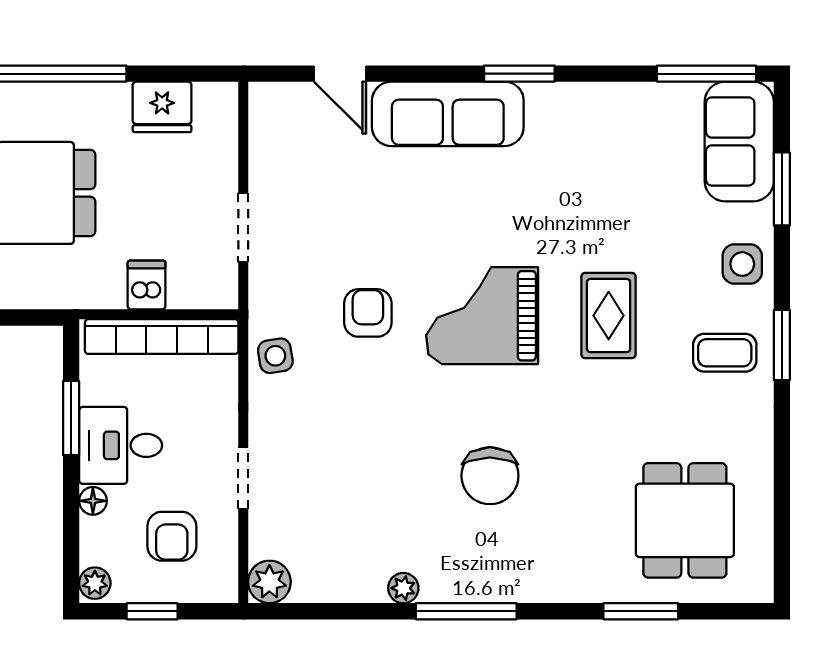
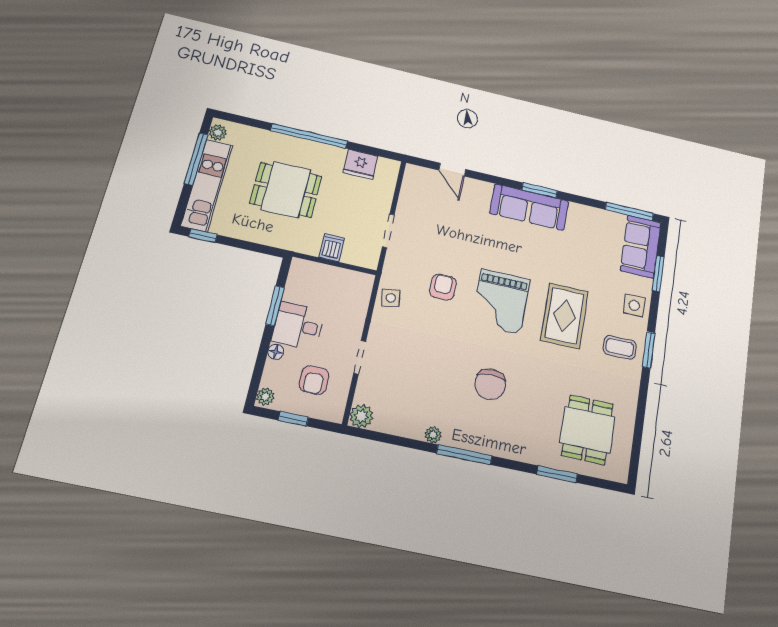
sofa: (448, 114) -> (529, 207), moved
grand piano: (482, 316) -> (501, 302), turned -90
rug: (609, 316) -> (564, 316), width x1.36, depth x1.43
bookcase: (162, 337) -> (334, 275), removed

